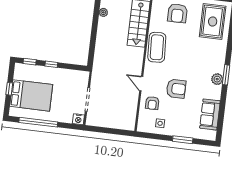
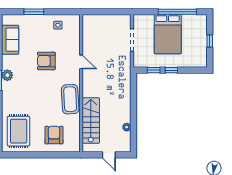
window: (30, 62) -> (154, 70), moved
bed: (31, 95) -> (168, 34), moved, turned -90
armchair: (152, 103) -> (68, 44), removed
nightstand: (78, 119) -> (138, 19), removed

